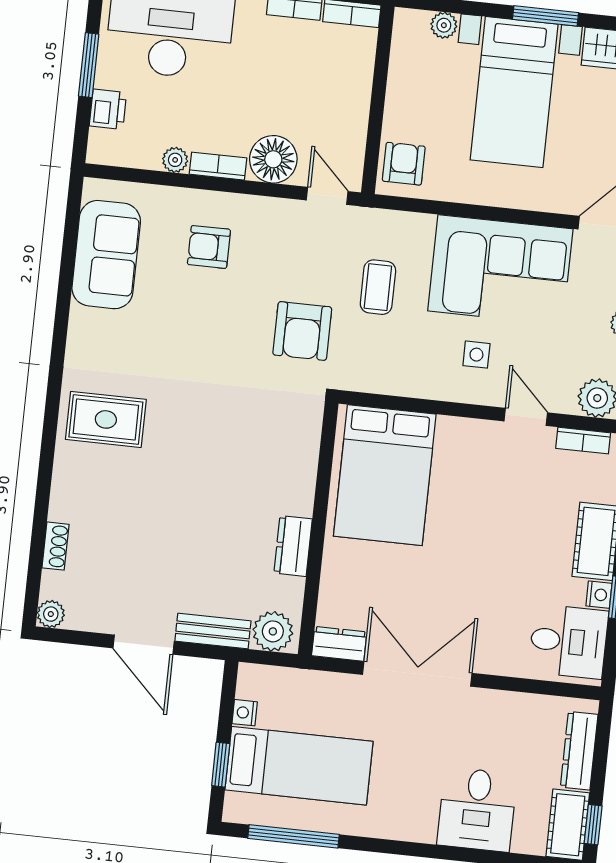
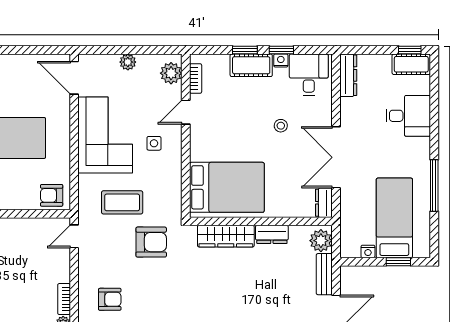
floor lamp: (273, 159) -> (57, 269), removed
armchair: (209, 247) -> (110, 299), turned -90
coffee table: (378, 287) -> (122, 202), width x1.36, depth x1.30
wardrobe: (299, 464) -> (226, 236), added
stool: (484, 582) -> (281, 126), added
dresser: (579, 751) -> (348, 75), moved, turned -90
window: (293, 836) -> (434, 186), moved

